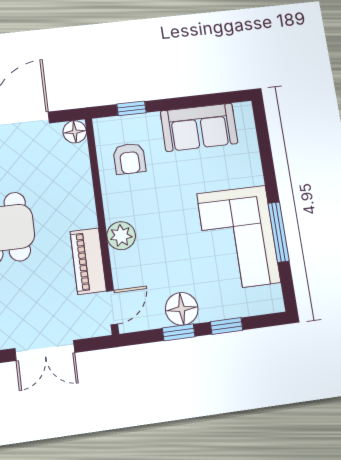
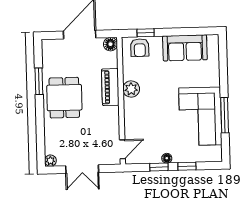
armchair: (129, 159) -> (140, 48), moved
plant: (121, 236) -> (131, 89), moved
piano: (88, 261) -> (110, 87), moved
floor lamp: (182, 309) -> (167, 158), width x0.53, depth x0.53

